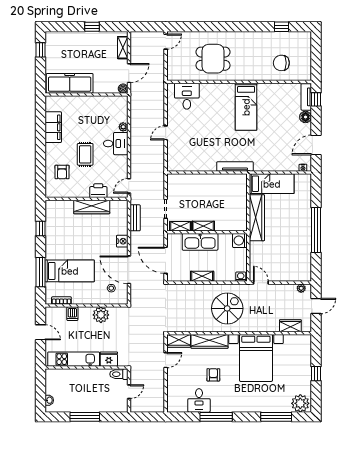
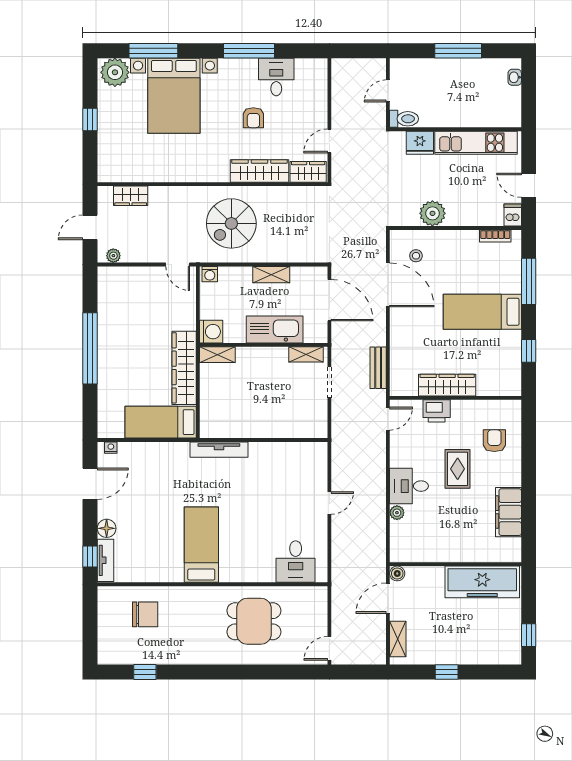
shelving: (203, 226) -> (217, 355), moved
nightstand: (122, 241) -> (399, 331), removed
bed: (70, 271) -> (482, 312), moved
dishwasher: (72, 314) -> (513, 215), moved
bed with nightstands: (256, 358) -> (174, 96), moved, turned 180

